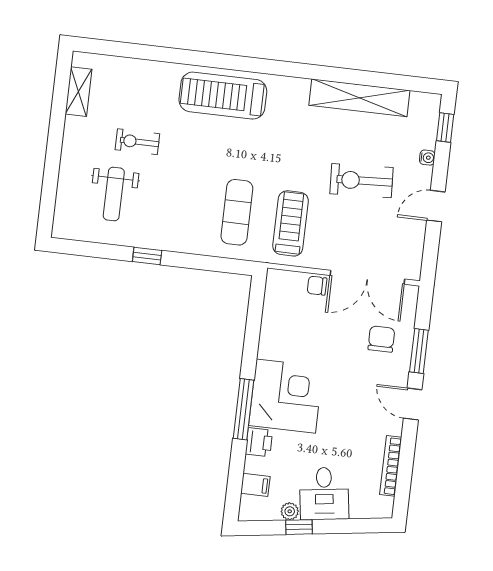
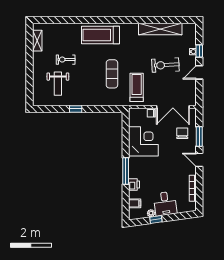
window: (445, 127) -> (199, 51), moved
exercise mat: (237, 212) -> (112, 74), moved
corner desk: (286, 396) -> (143, 141), moved

